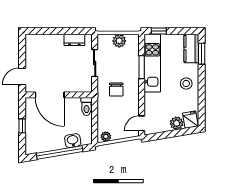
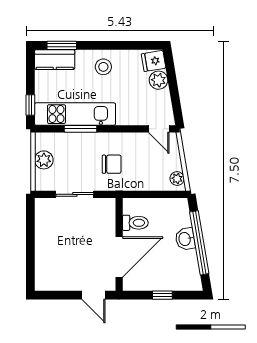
dresser: (74, 40) -> (43, 222), removed
toilet: (86, 107) -> (135, 223), moved
washbasin: (73, 141) -> (185, 239), moved

